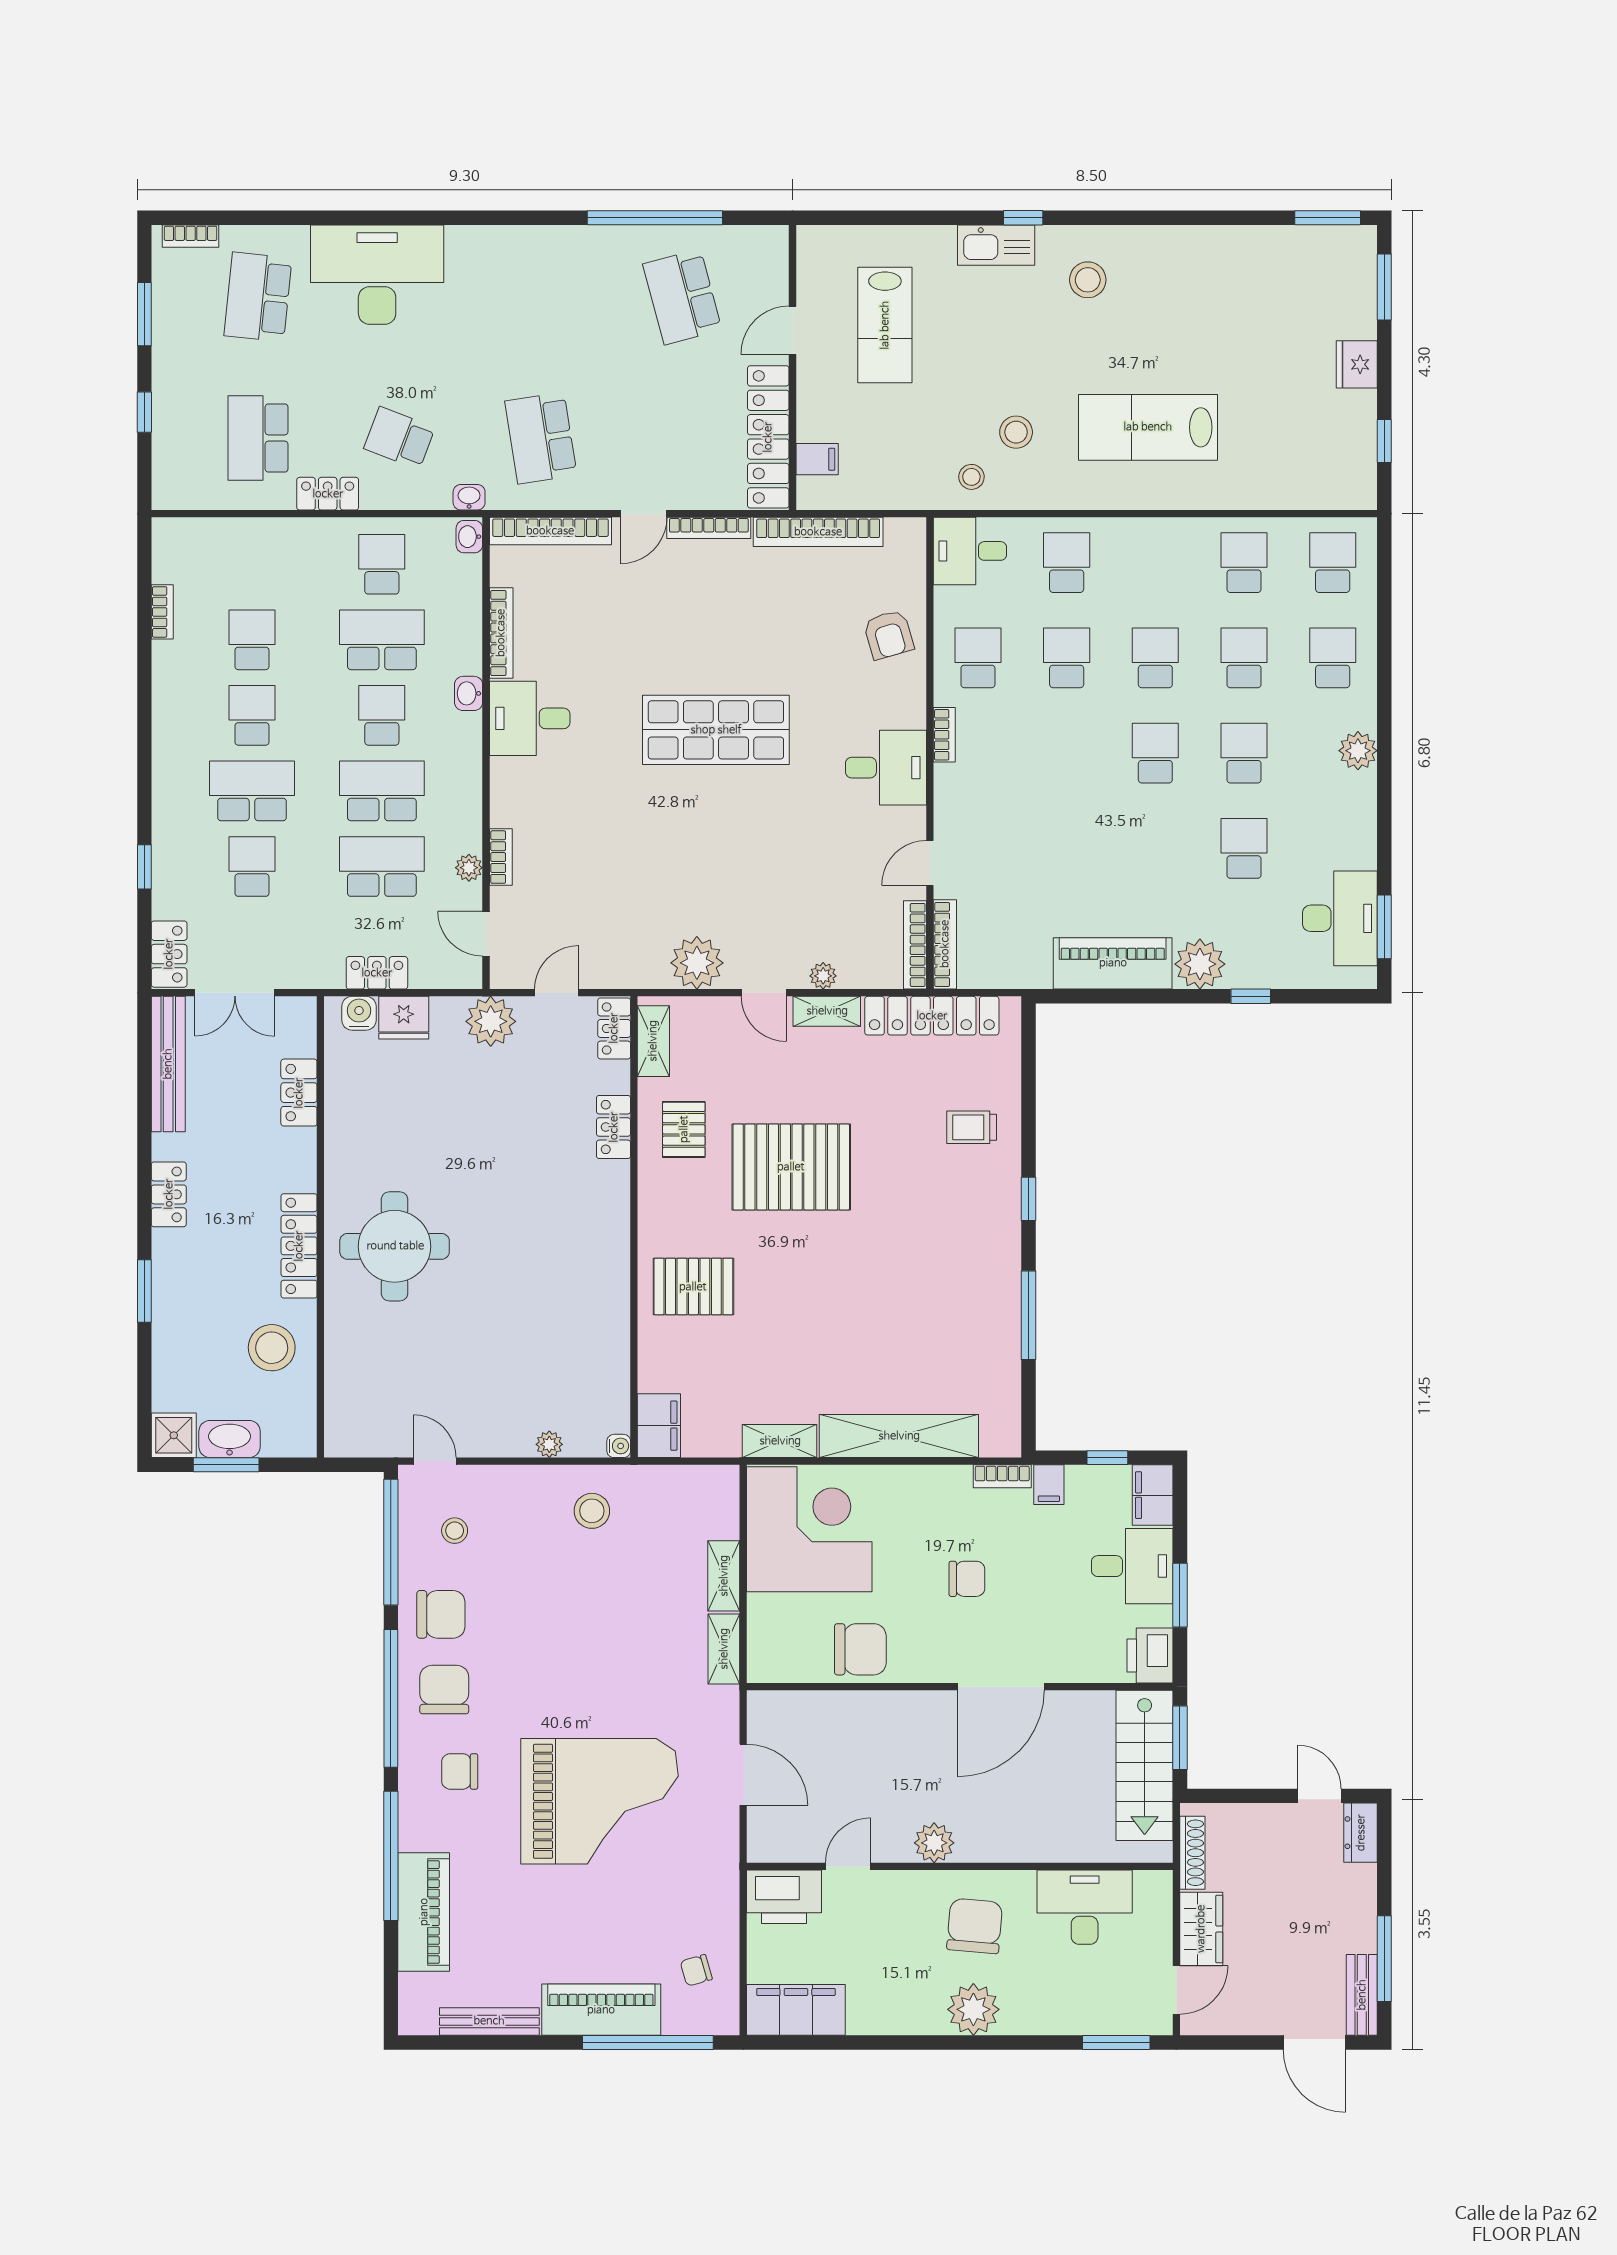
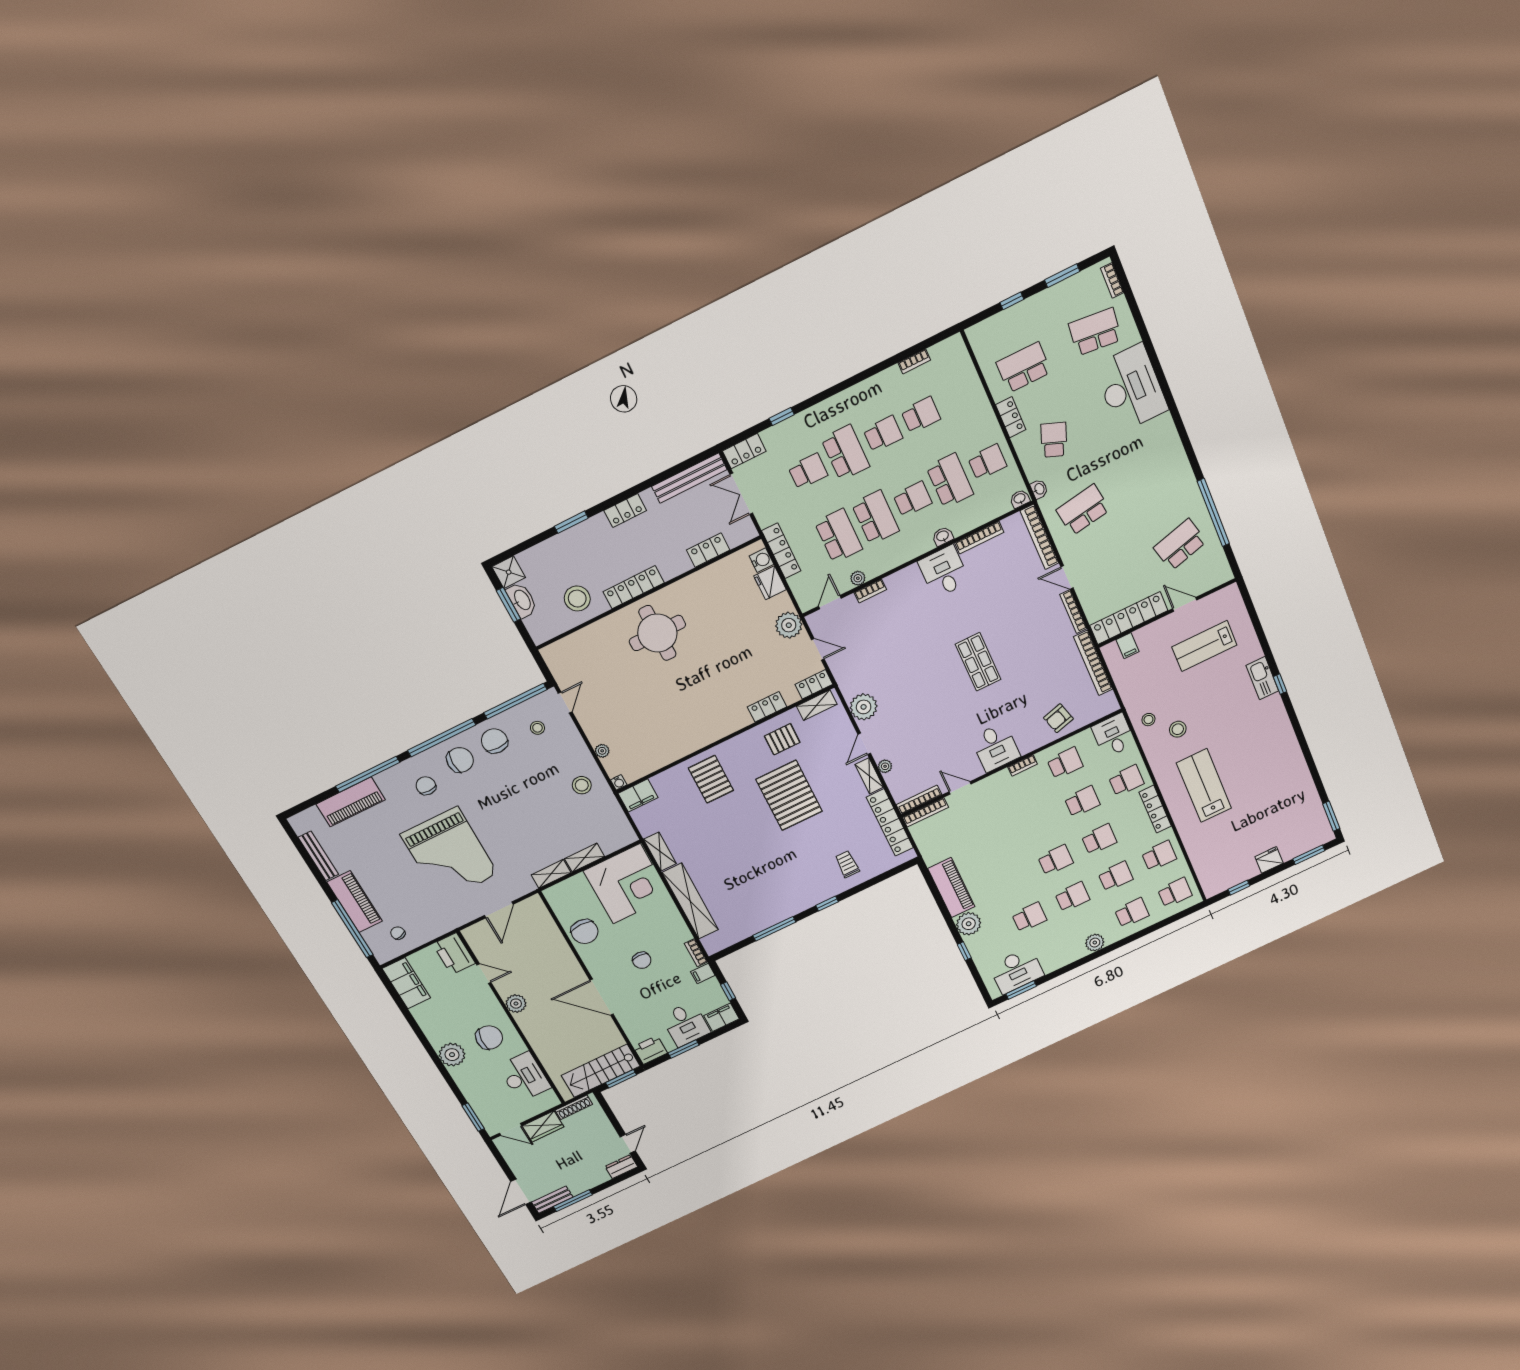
stool: (1088, 280) -> (1262, 727), removed
locker: (1149, 533) -> (1155, 809), added
shop shelf: (716, 730) -> (978, 662), width x0.70, depth x0.74
locker: (377, 973) -> (781, 551), width x1.53
chair: (441, 1614) -> (494, 741), turned 180

